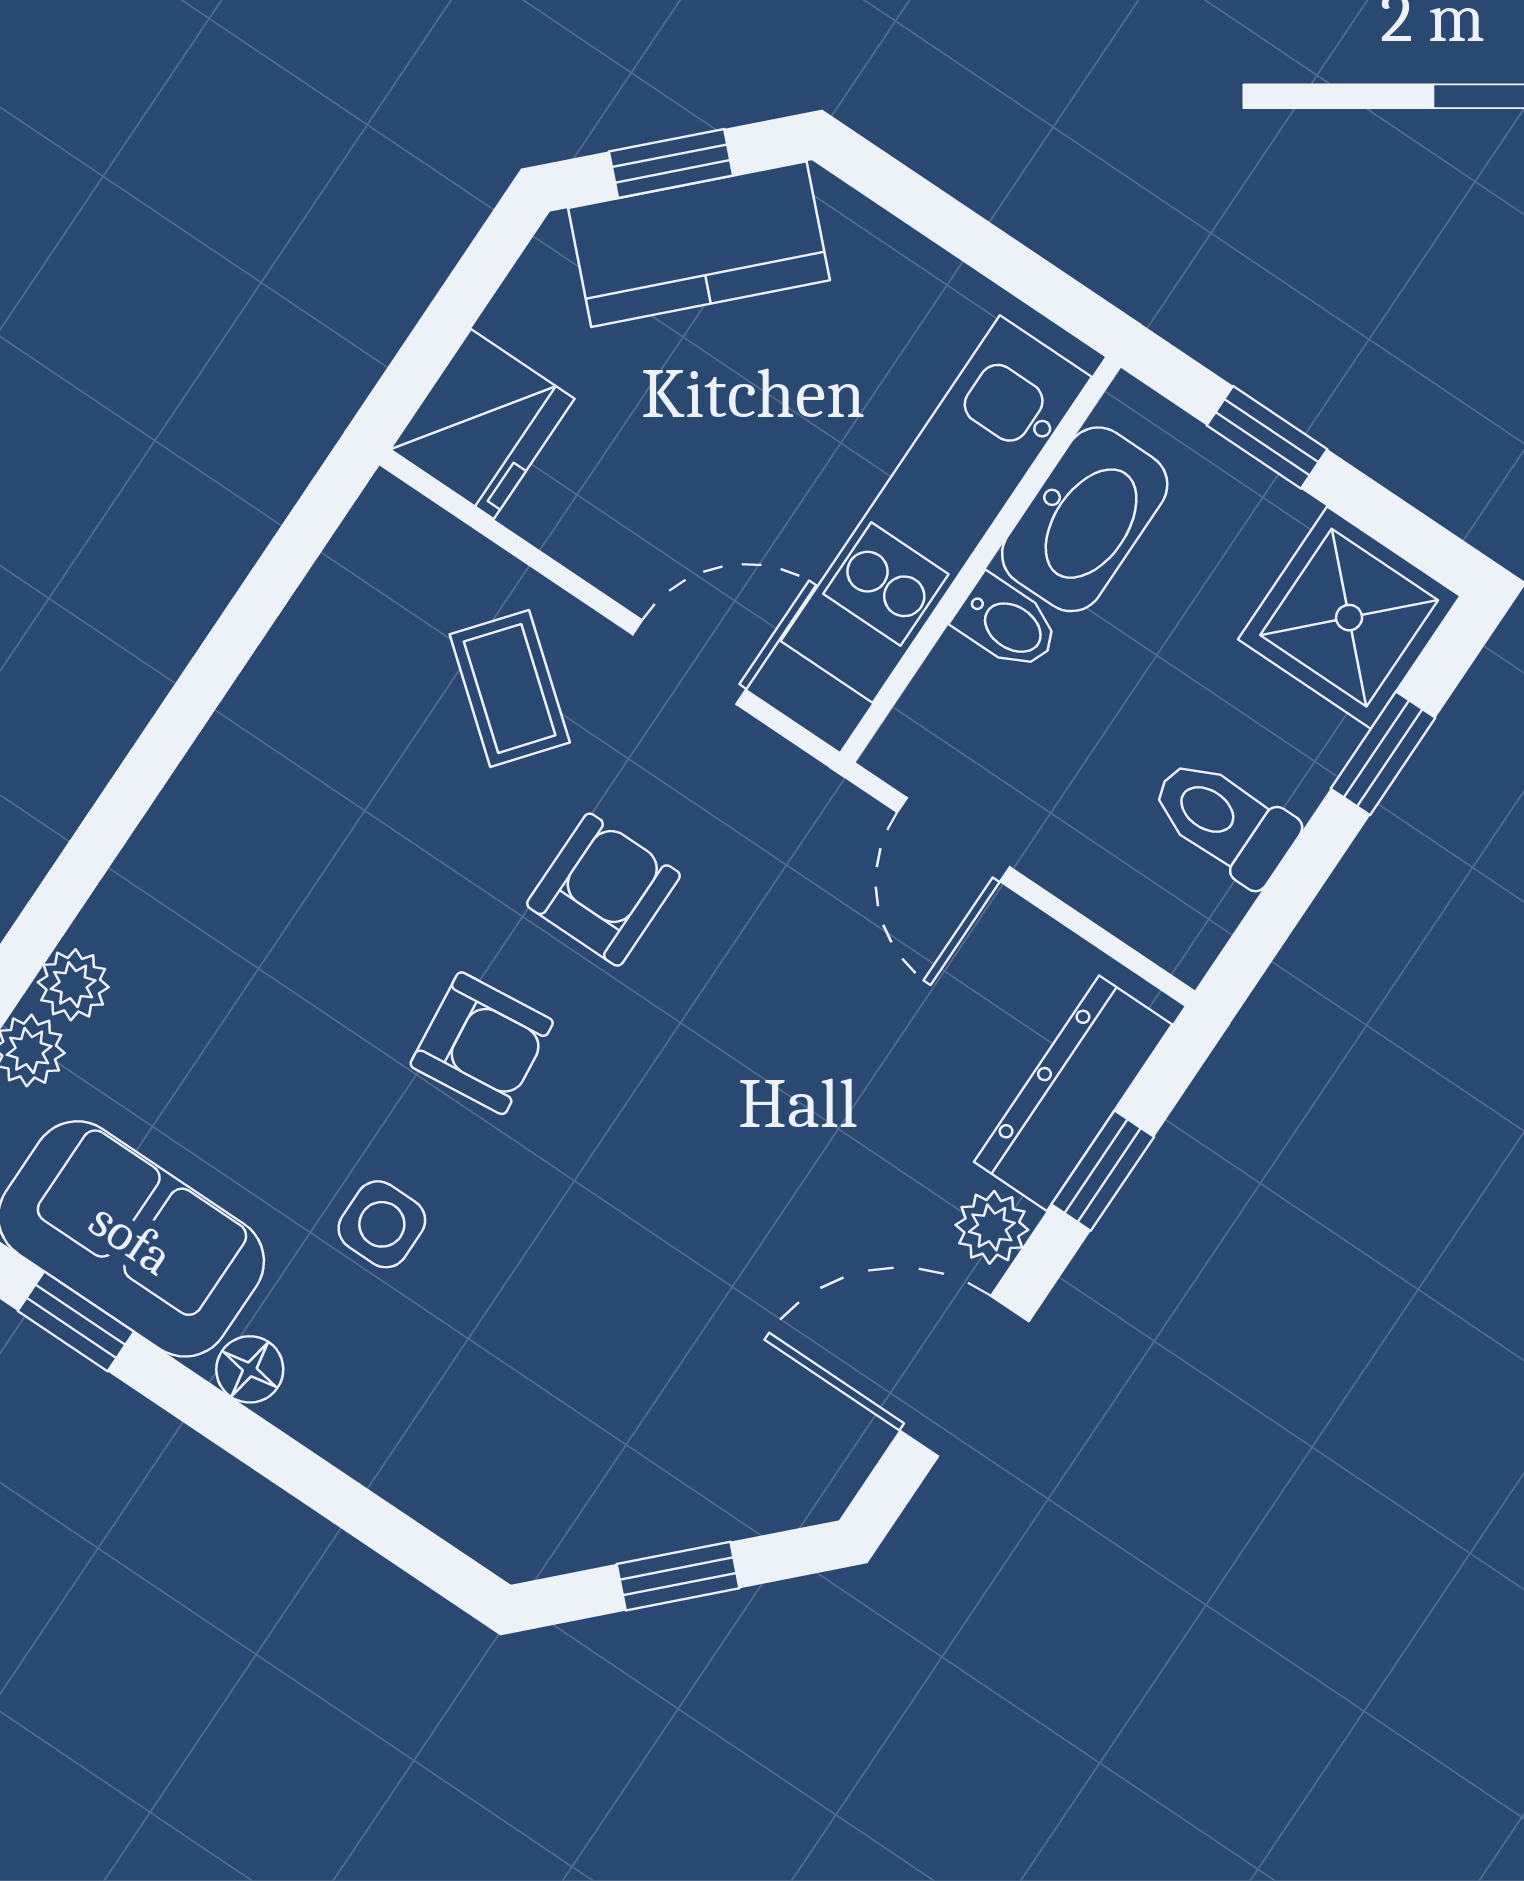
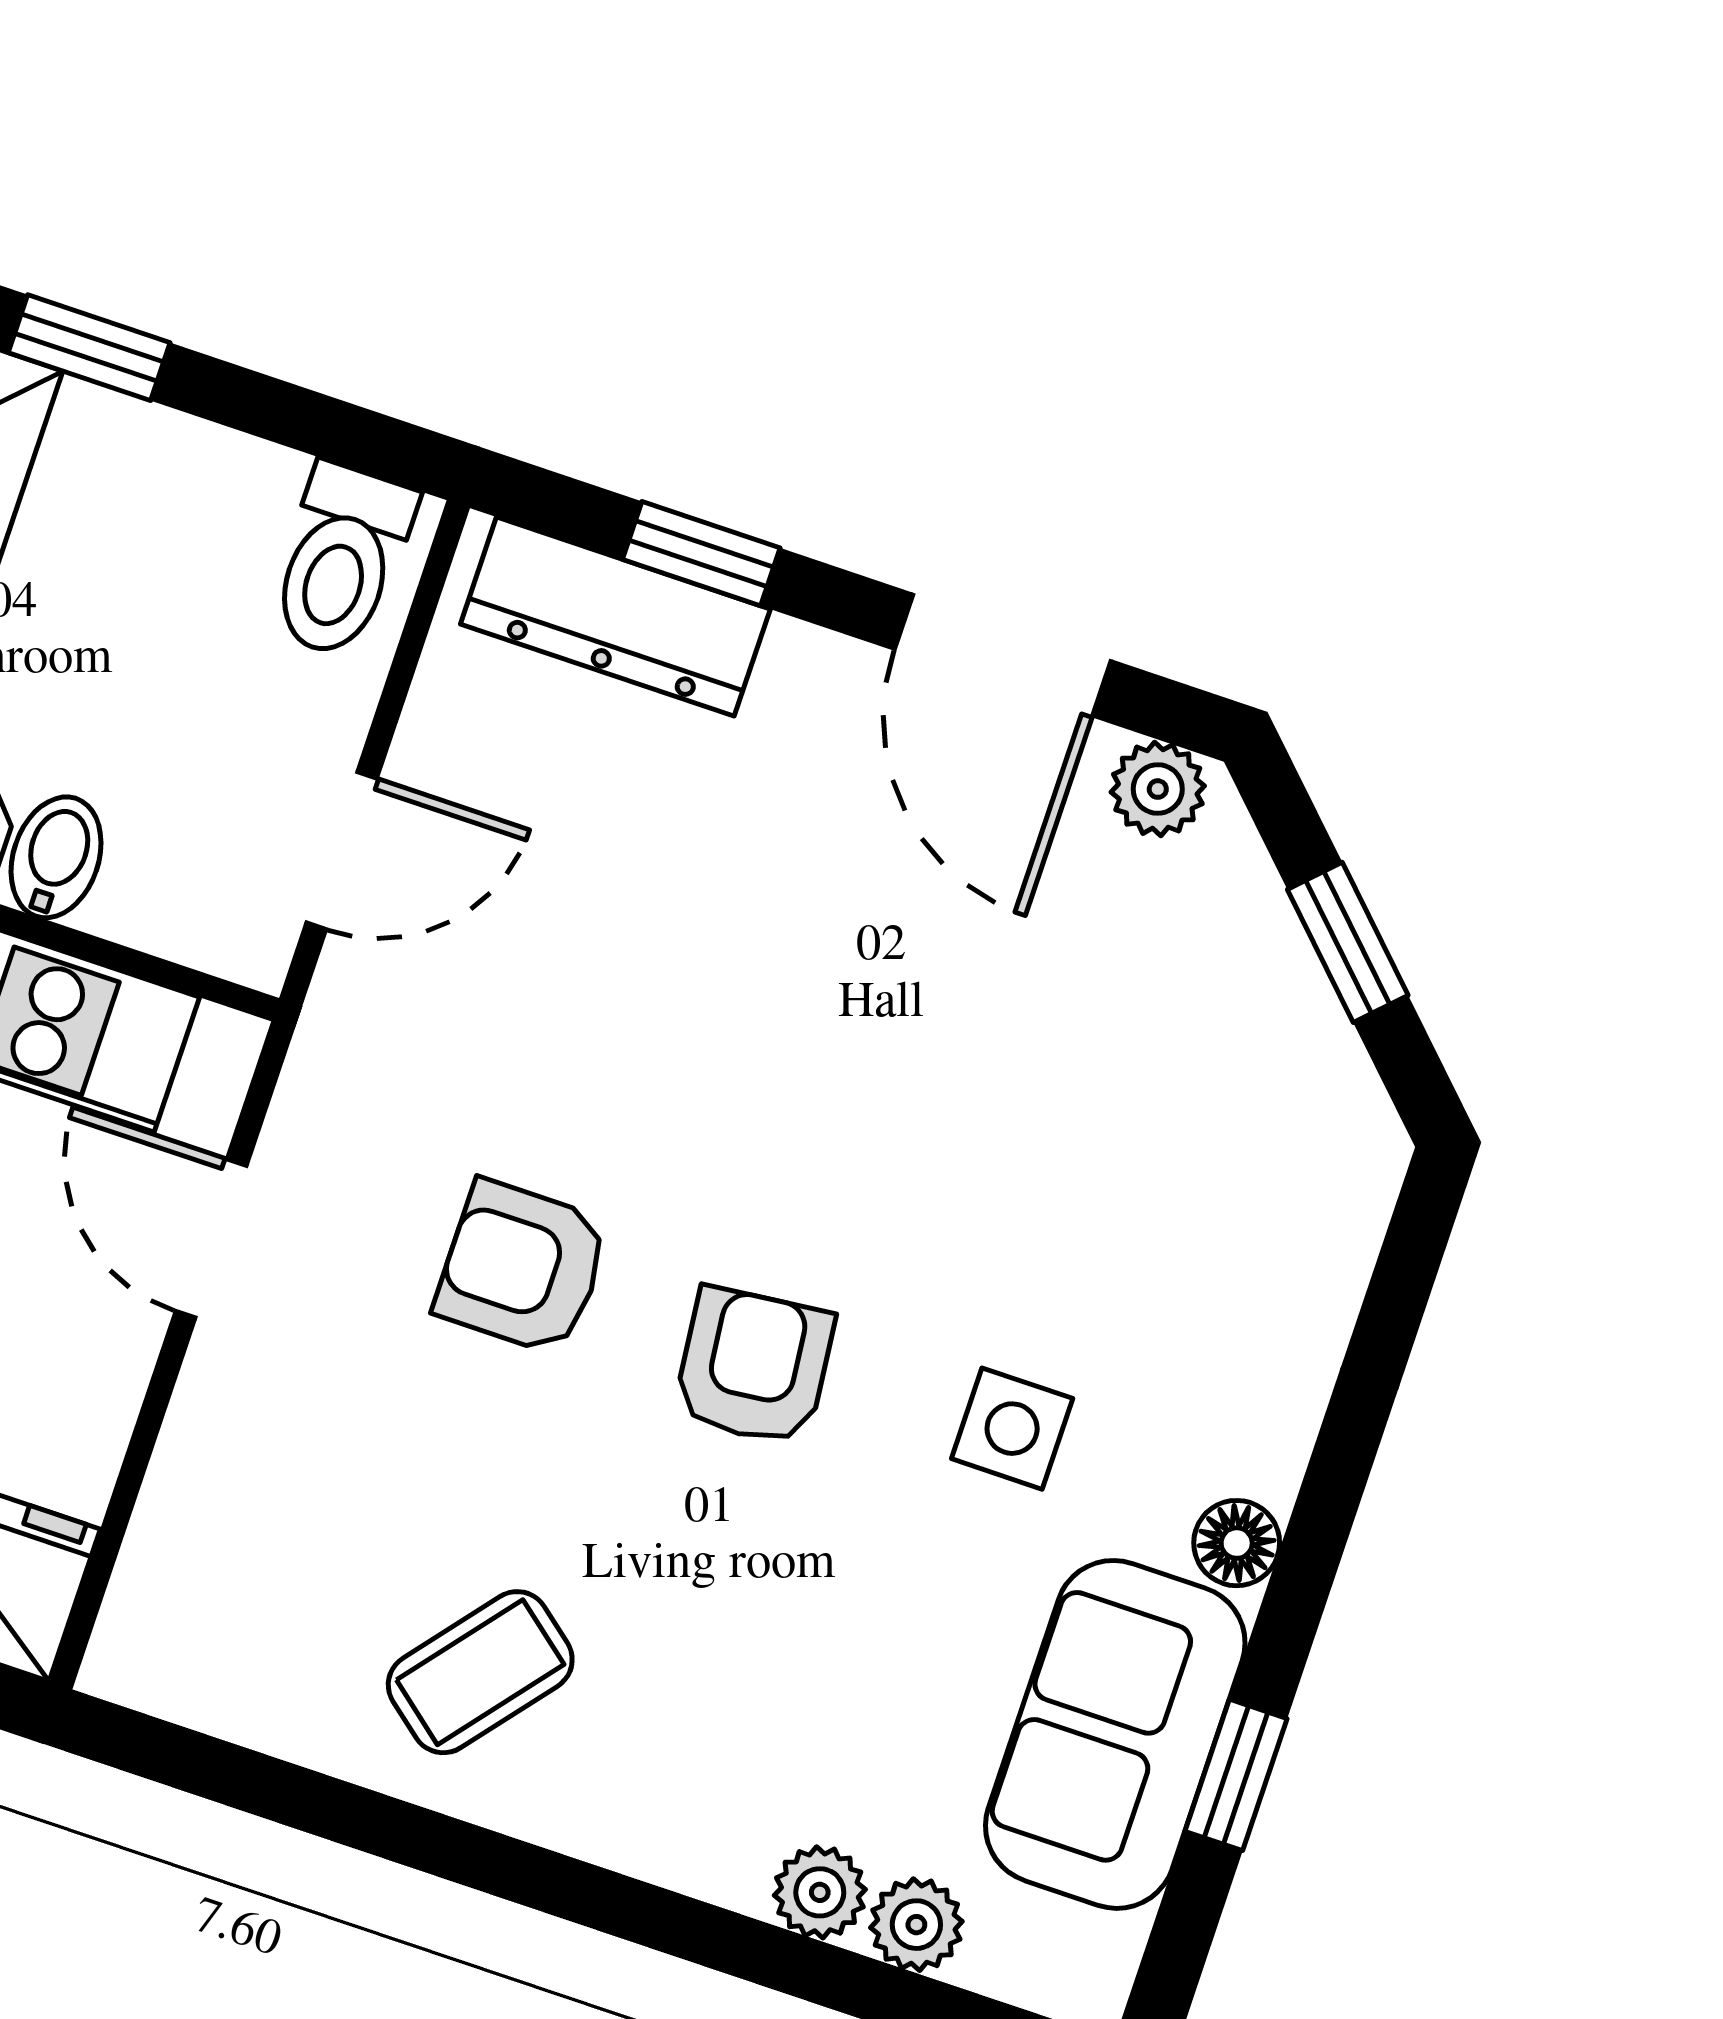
coffee table: (510, 688) -> (480, 1672), moved
toilet: (1224, 821) -> (341, 561), moved
plant: (992, 1227) -> (1158, 789), moved

